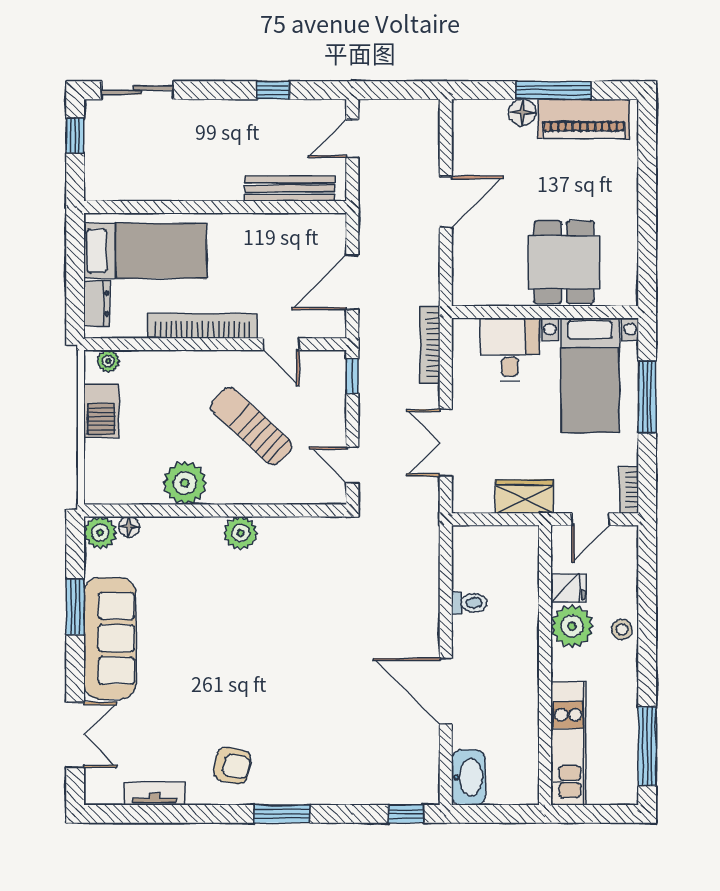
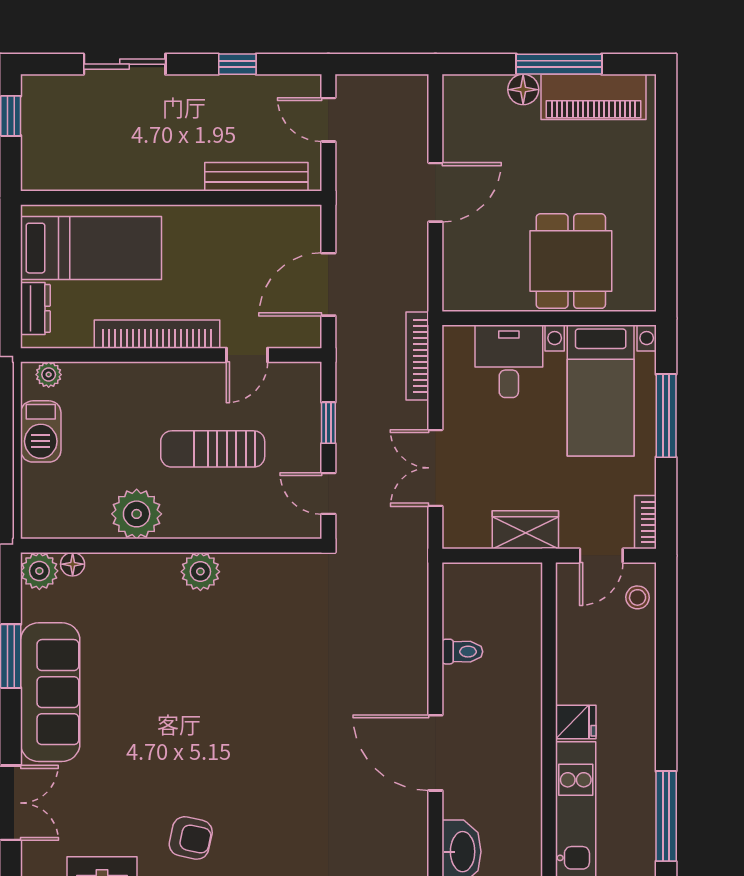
sliding door: (137, 90) -> (125, 64), moved
door: (352, 139) -> (328, 120), hinge flipped
door: (281, 344) -> (247, 355), hinge flipped
window: (352, 376) -> (328, 423), moved
sun lounger: (251, 426) -> (213, 449), turned -43
fridge: (568, 588) -> (576, 722), moved
plant: (572, 626) -> (580, 678), removed
stool: (622, 629) -> (638, 597), moved

